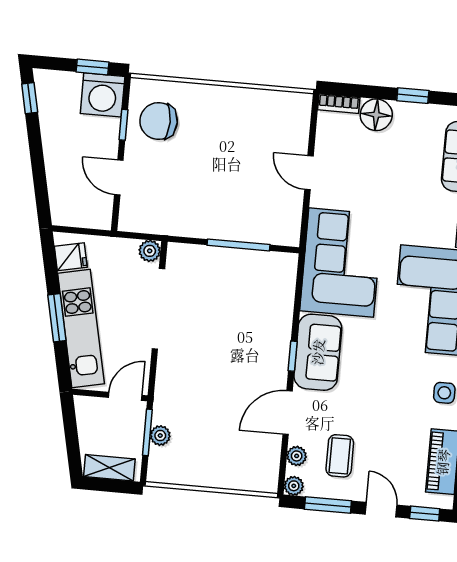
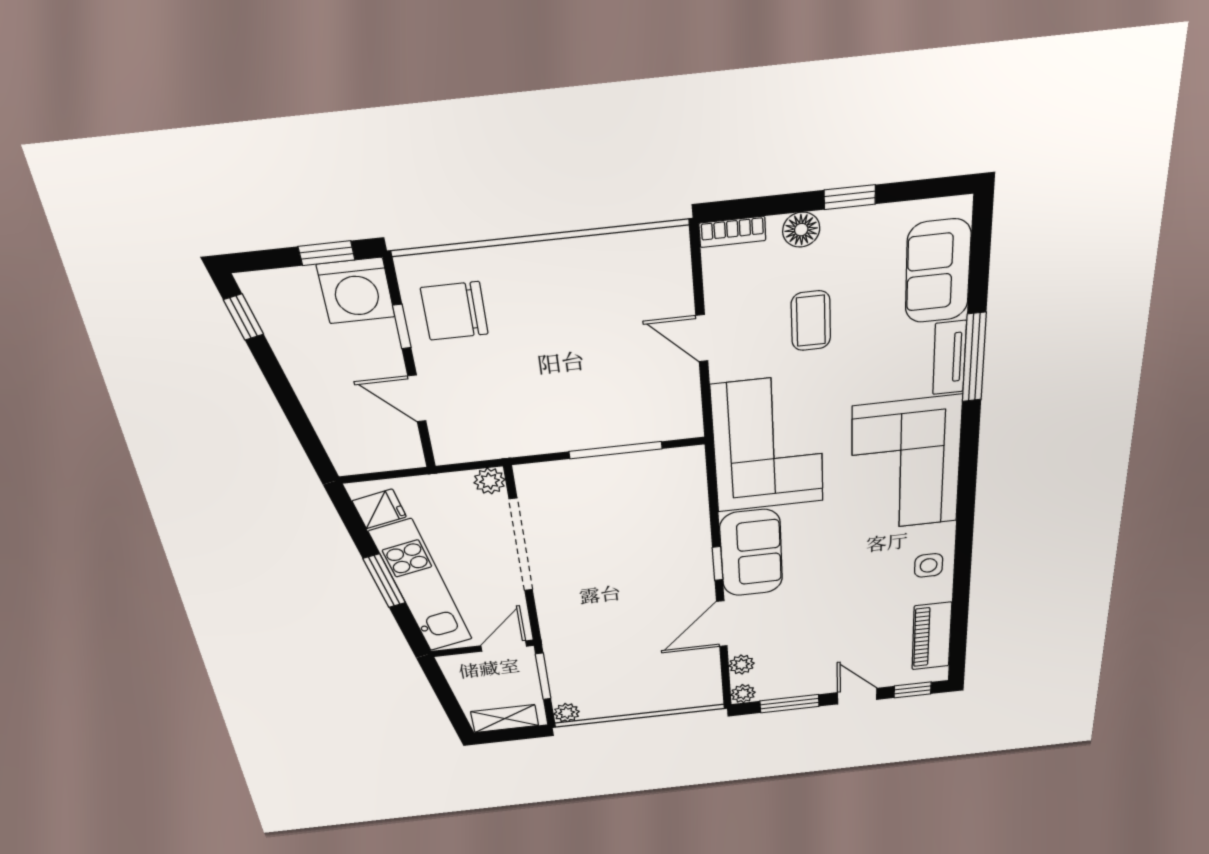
floor lamp: (376, 115) -> (801, 230), width x0.73, depth x0.73
plant: (160, 436) -> (567, 713), moved
coffee table: (340, 456) -> (811, 321), moved

